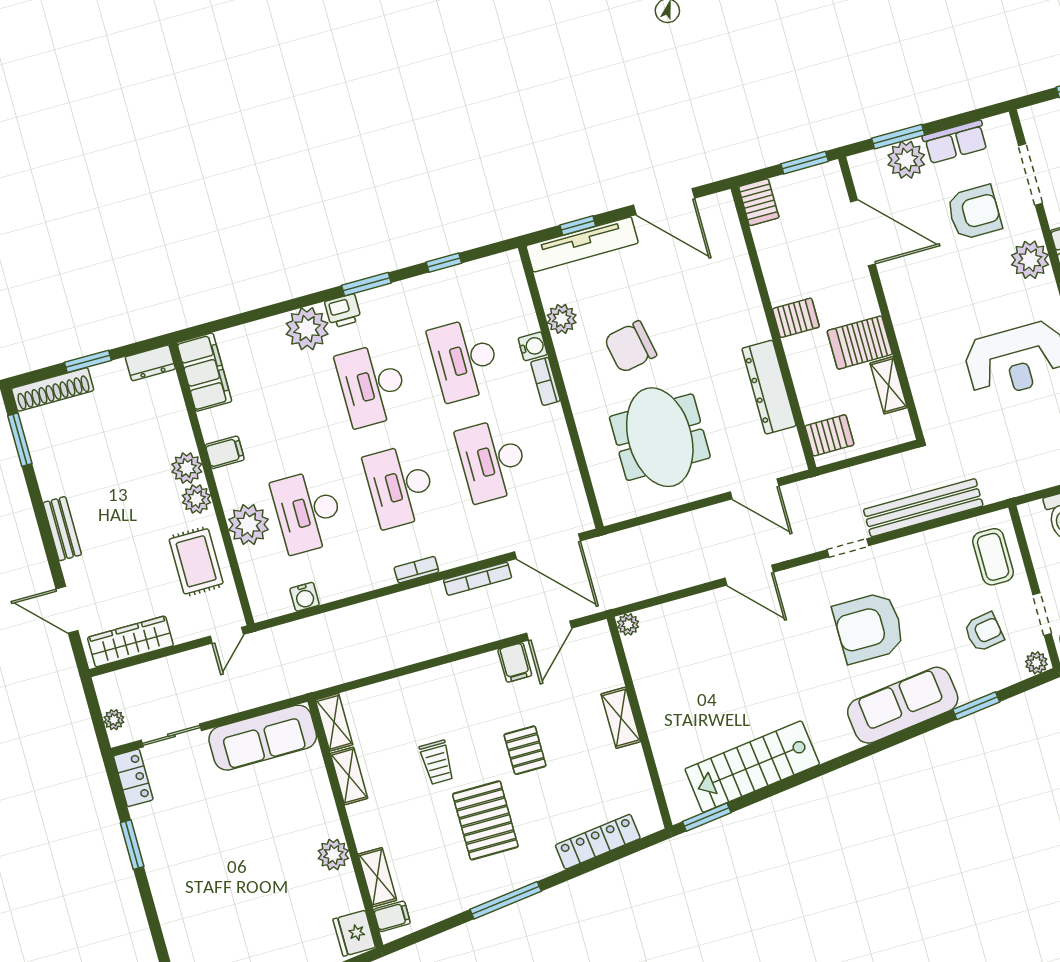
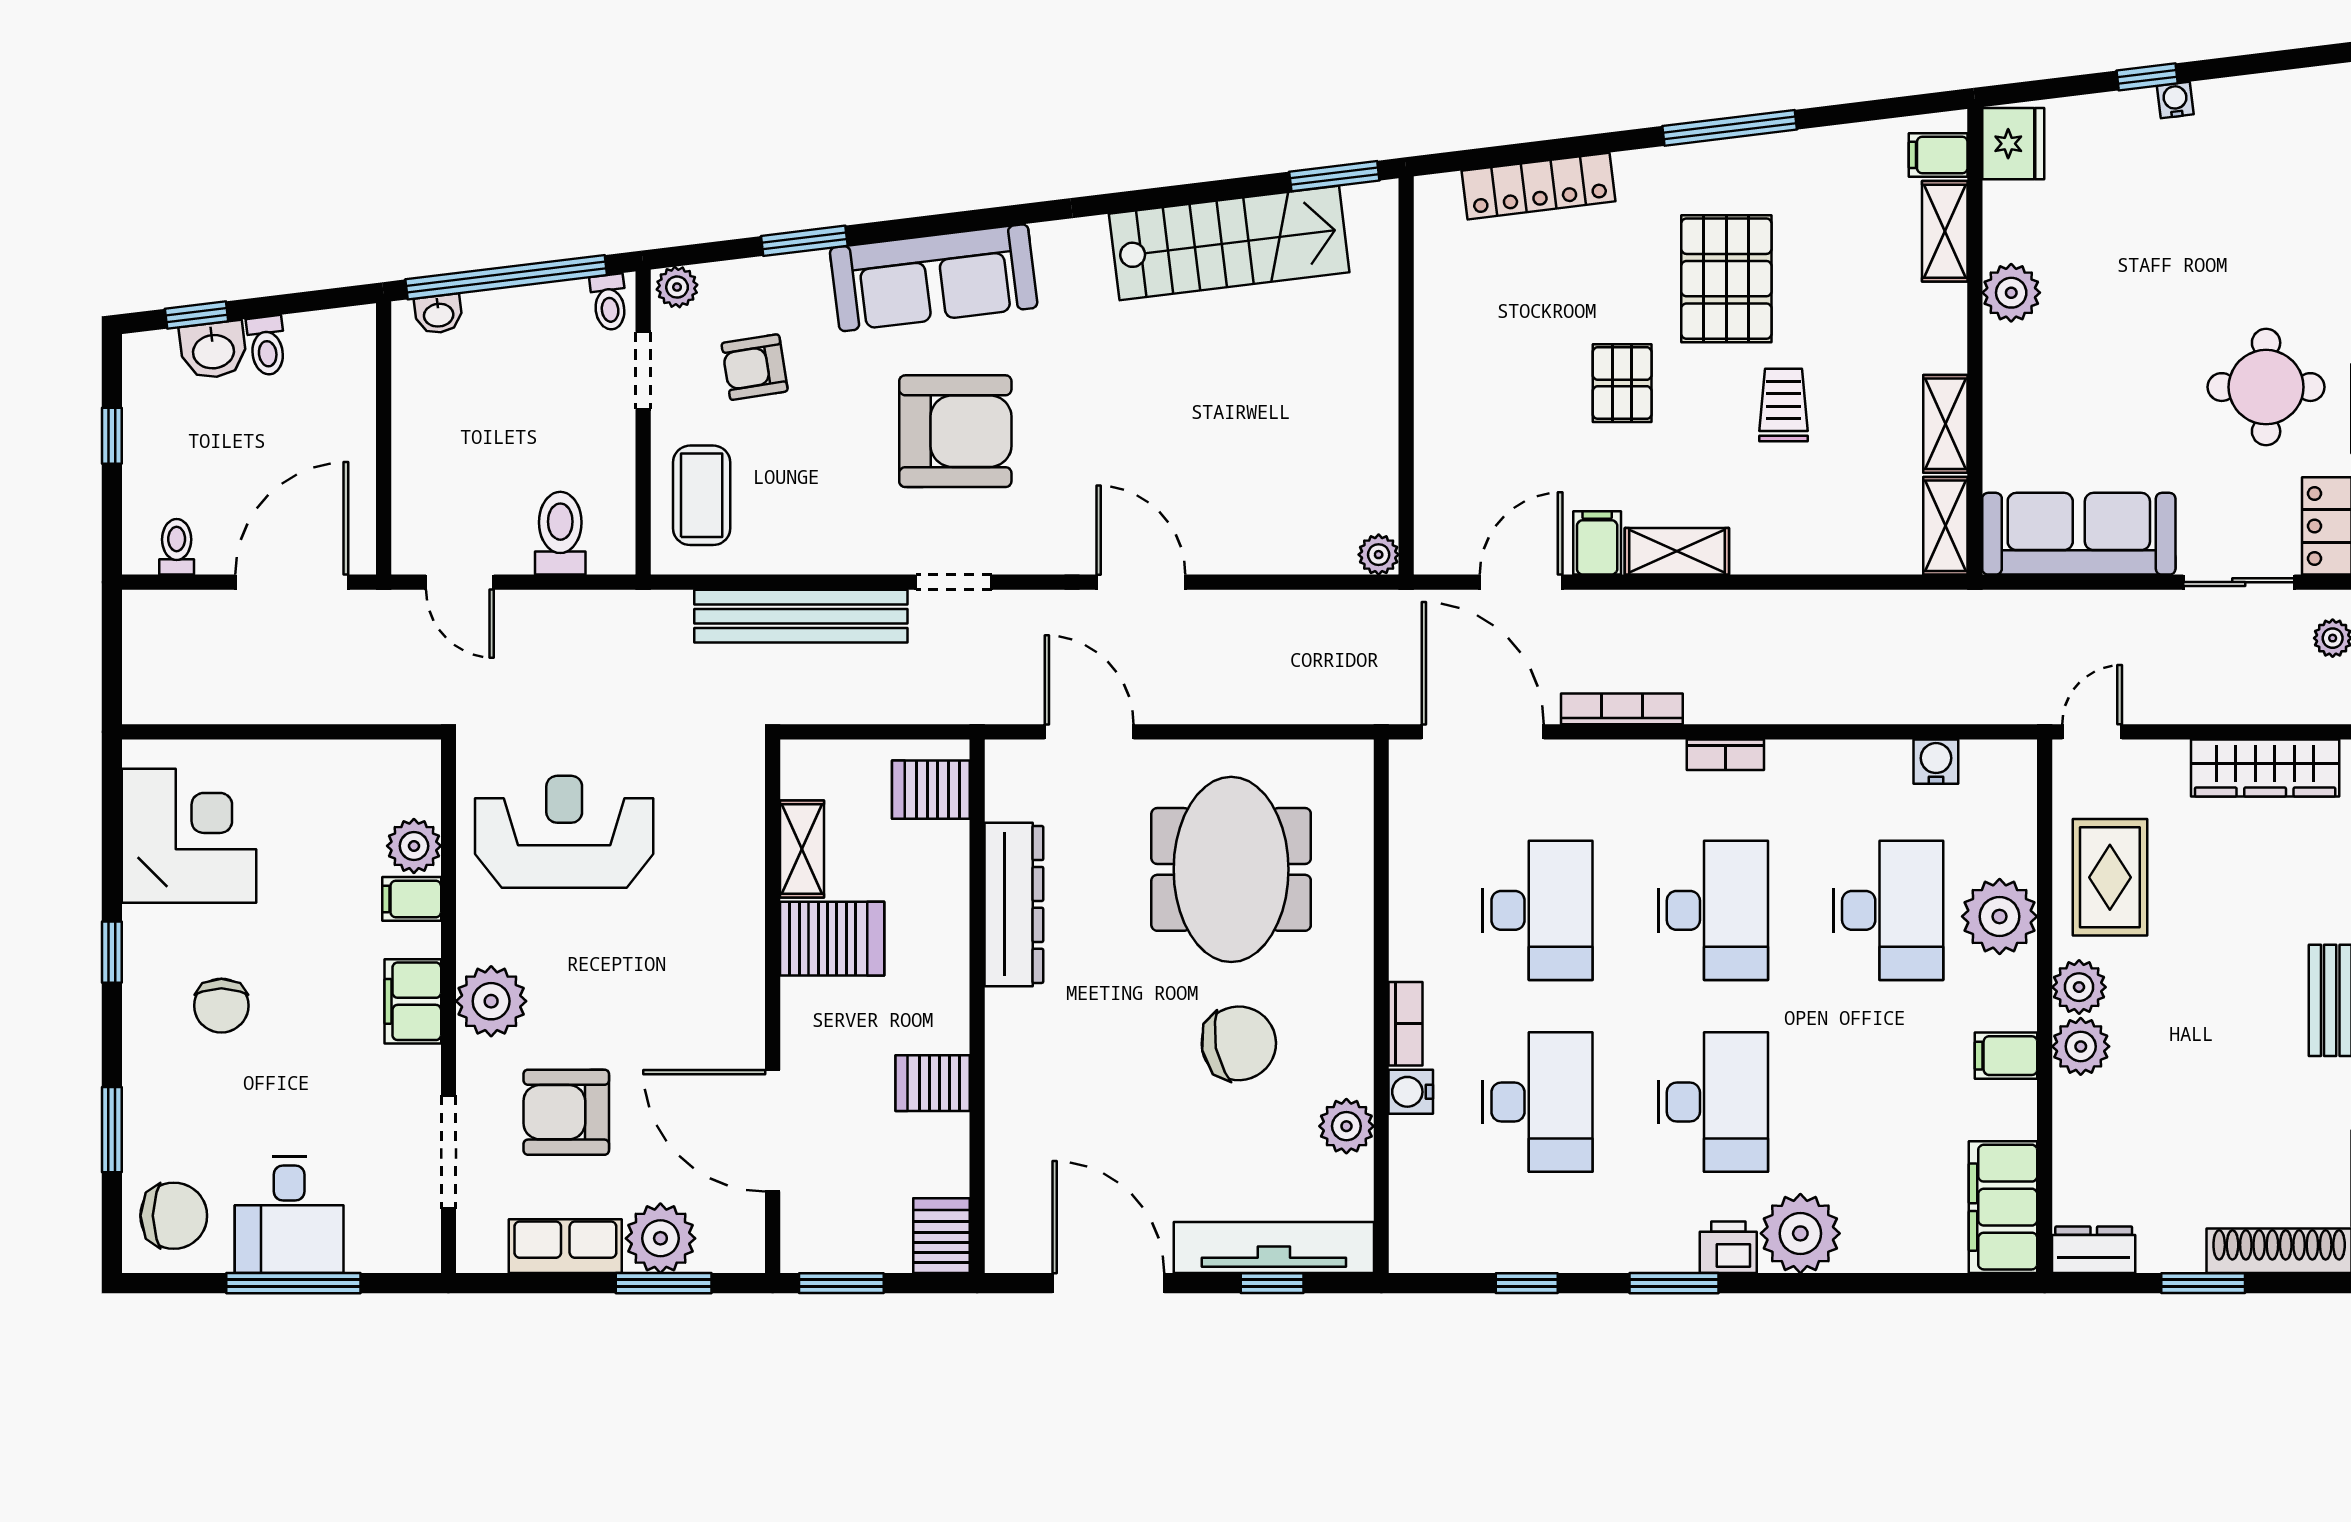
server rack: (796, 318) -> (933, 1083), moved
shelving: (621, 718) -> (1677, 551), moved, turned 90
round table: (186, 842) -> (2266, 387), added

